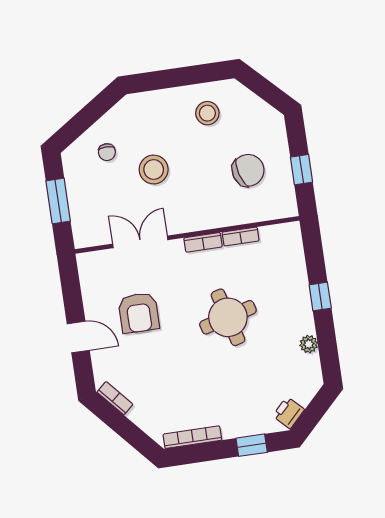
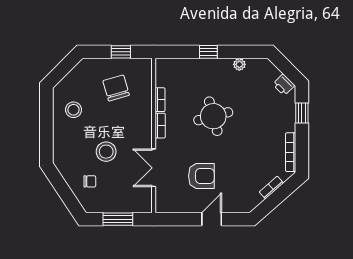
bookcase: (115, 398) -> (271, 187), moved

